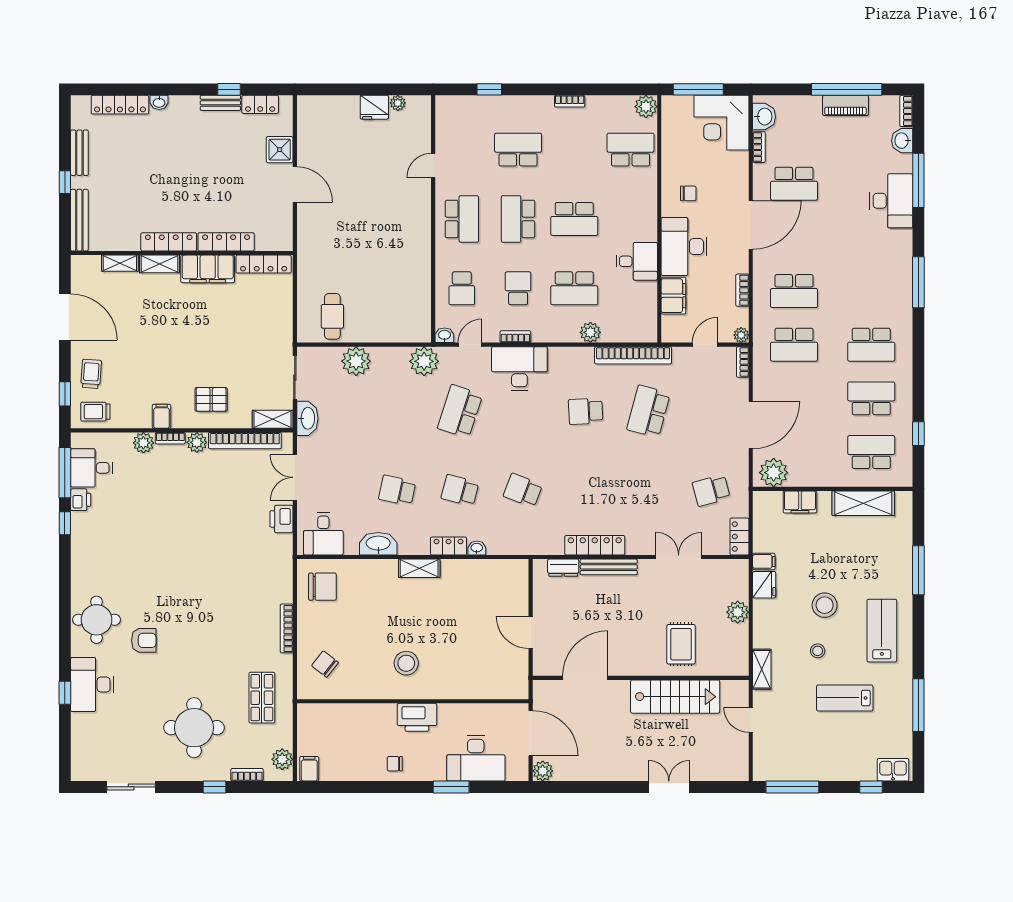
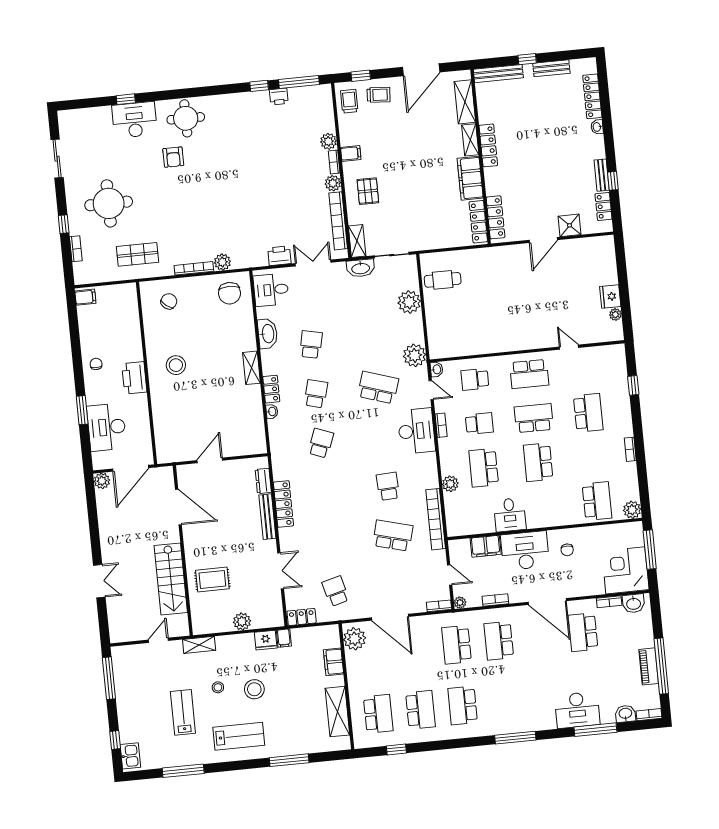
locker: (226, 242) -> (496, 217), moved
shelving: (120, 263) -> (465, 102), width x1.50, depth x1.33
desk: (92, 468) -> (305, 102), removed
plant: (282, 759) -> (222, 262), moved

